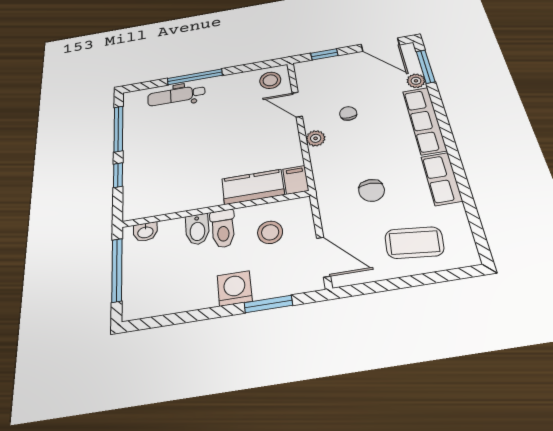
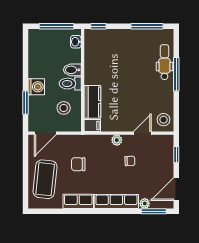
window: (118, 175) -> (98, 26), moved
coffee table: (414, 243) -> (45, 179), width x1.36, depth x1.32

